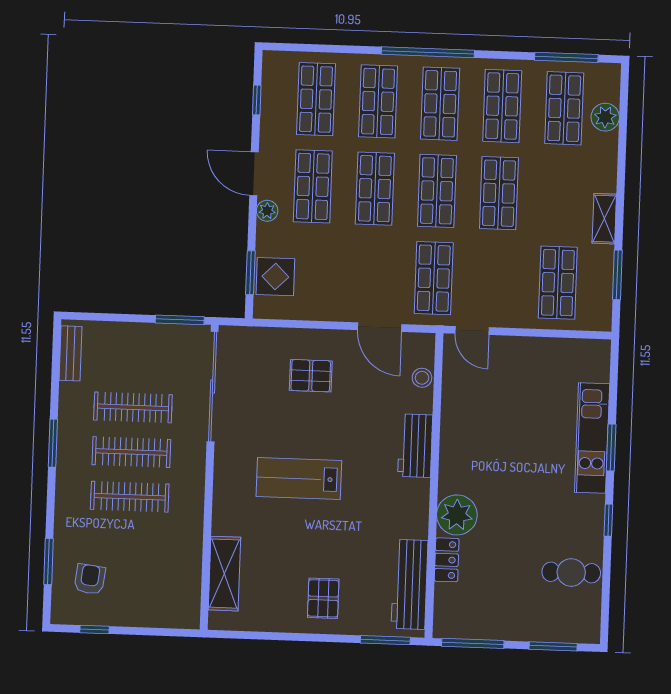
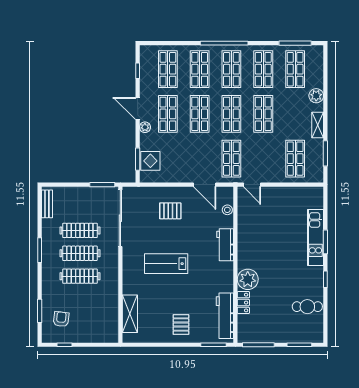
plant: (605, 117) -> (316, 96), moved

